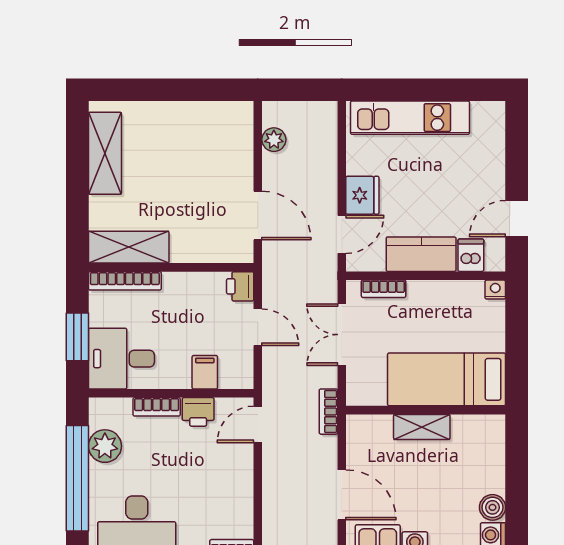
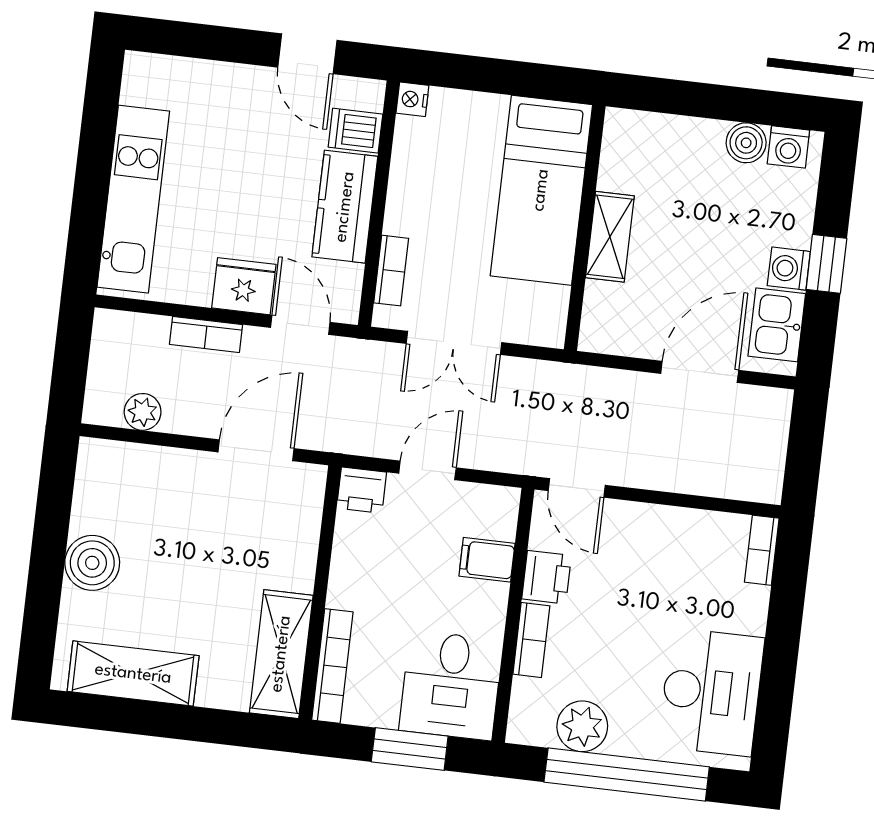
boiler: (173, 119) -> (92, 563), added
bookcase: (328, 412) -> (206, 335), moved

